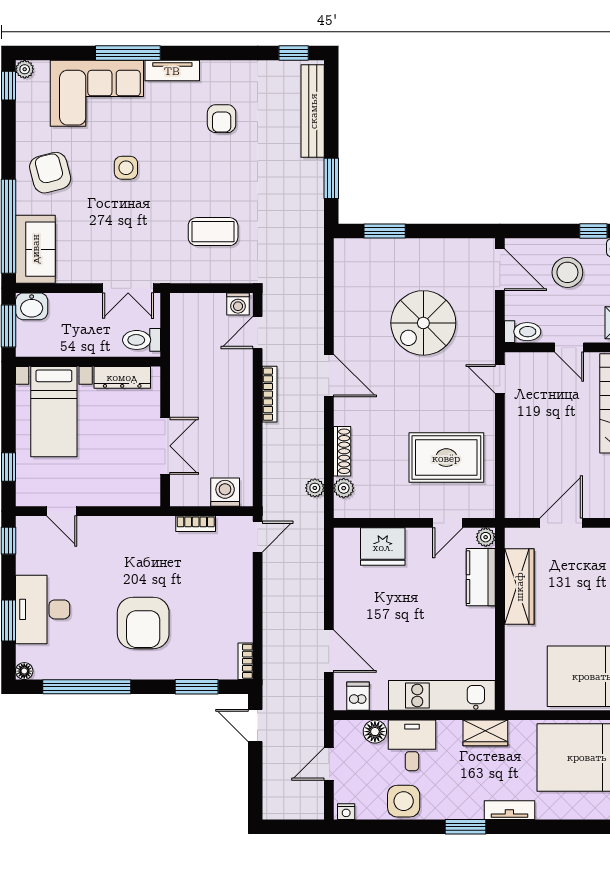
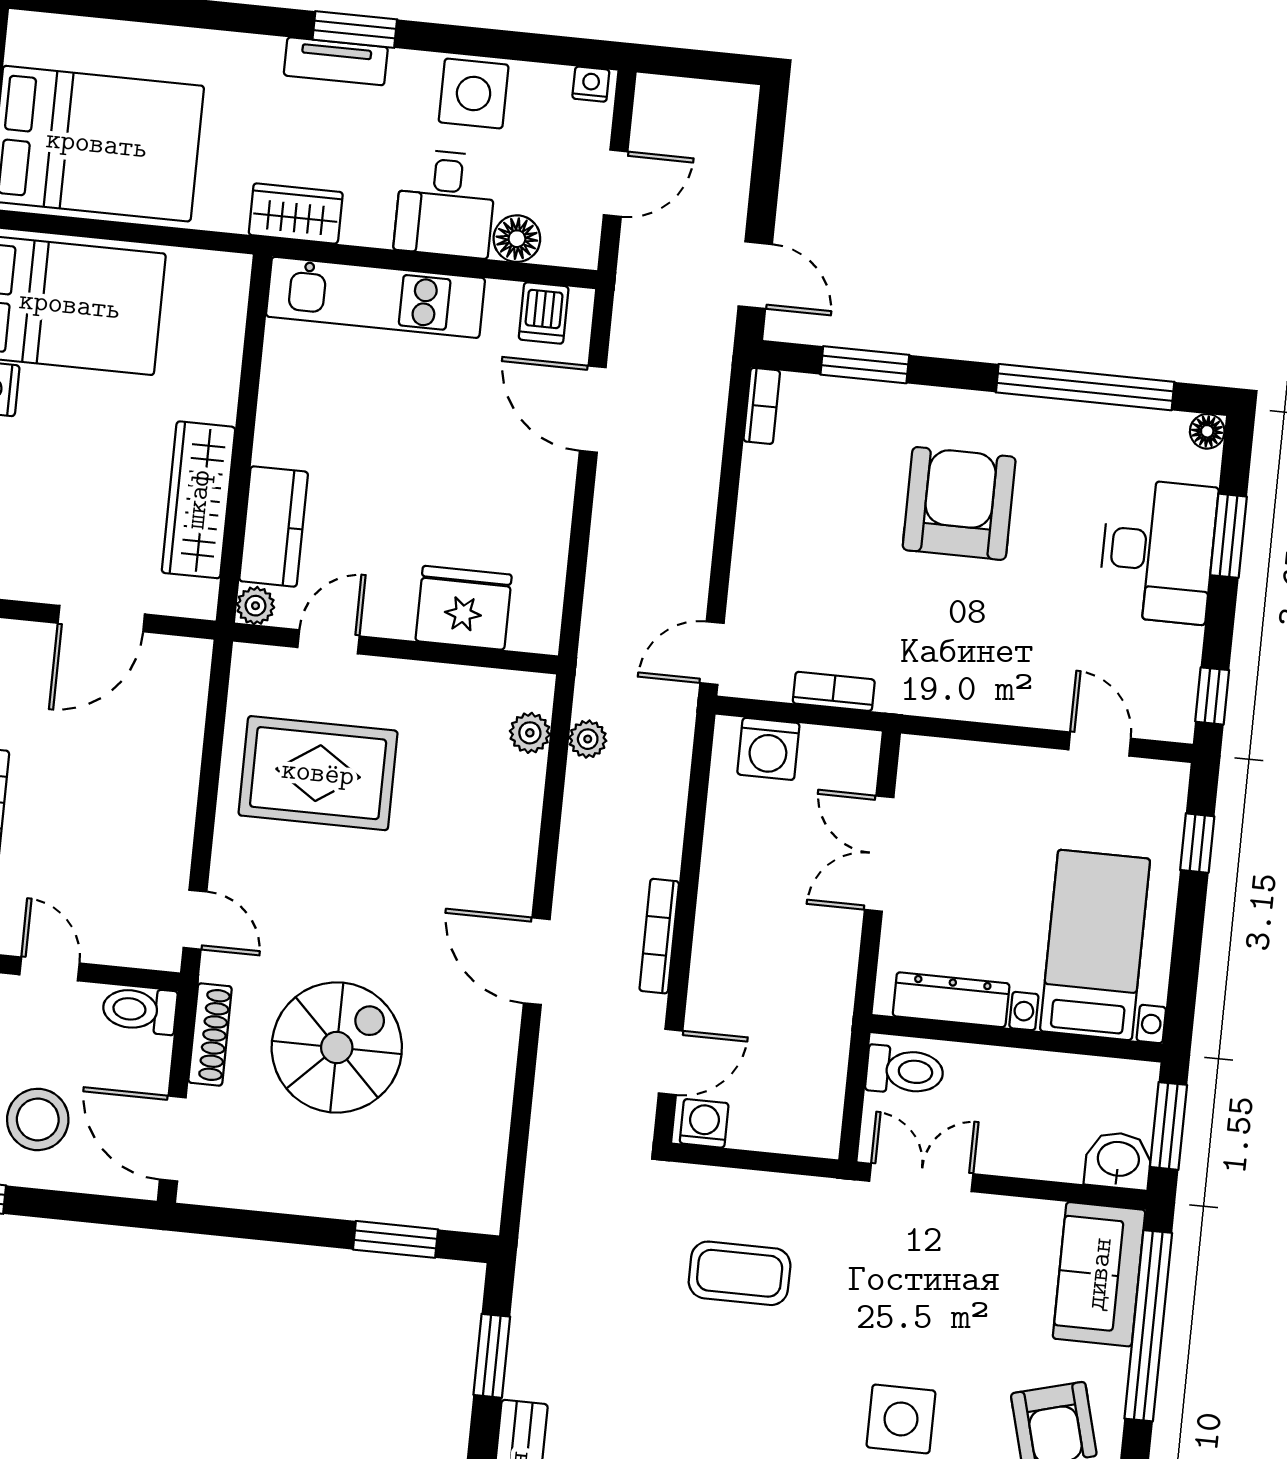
side table: (126, 168) -> (901, 1419), width x1.37, depth x1.37
shoe rack: (342, 451) -> (210, 1035), moved, turned 180
tv unit: (509, 810) -> (336, 61), moved

